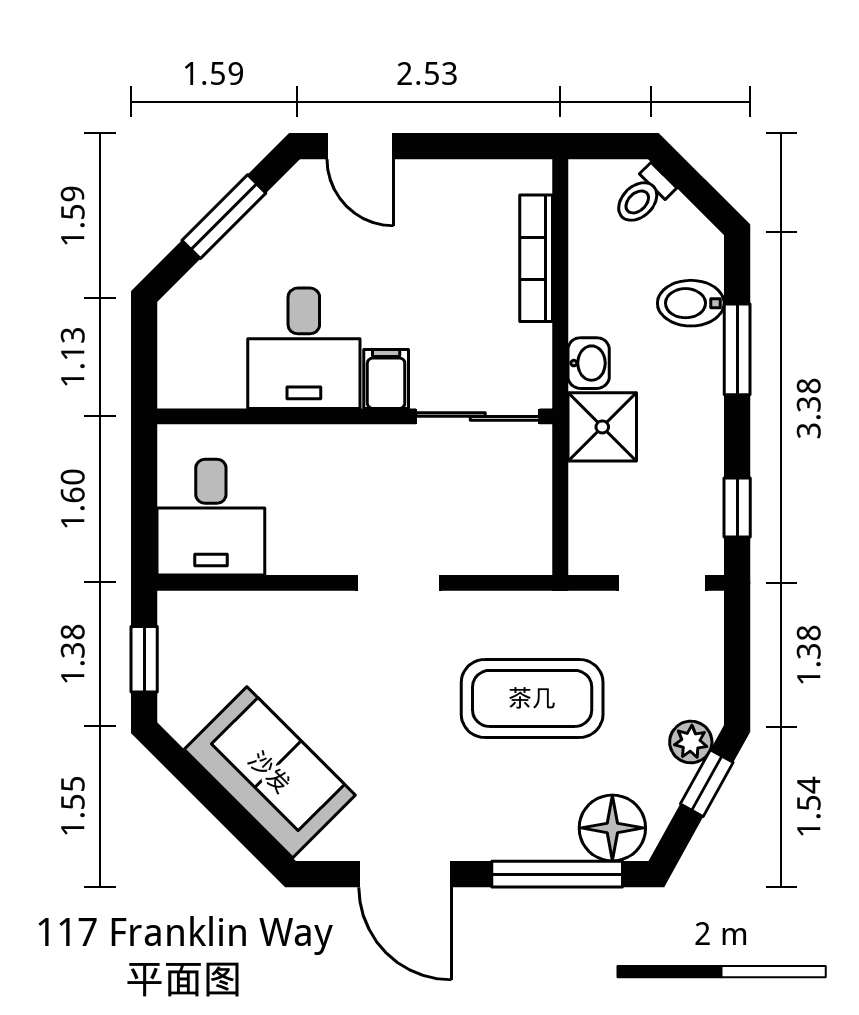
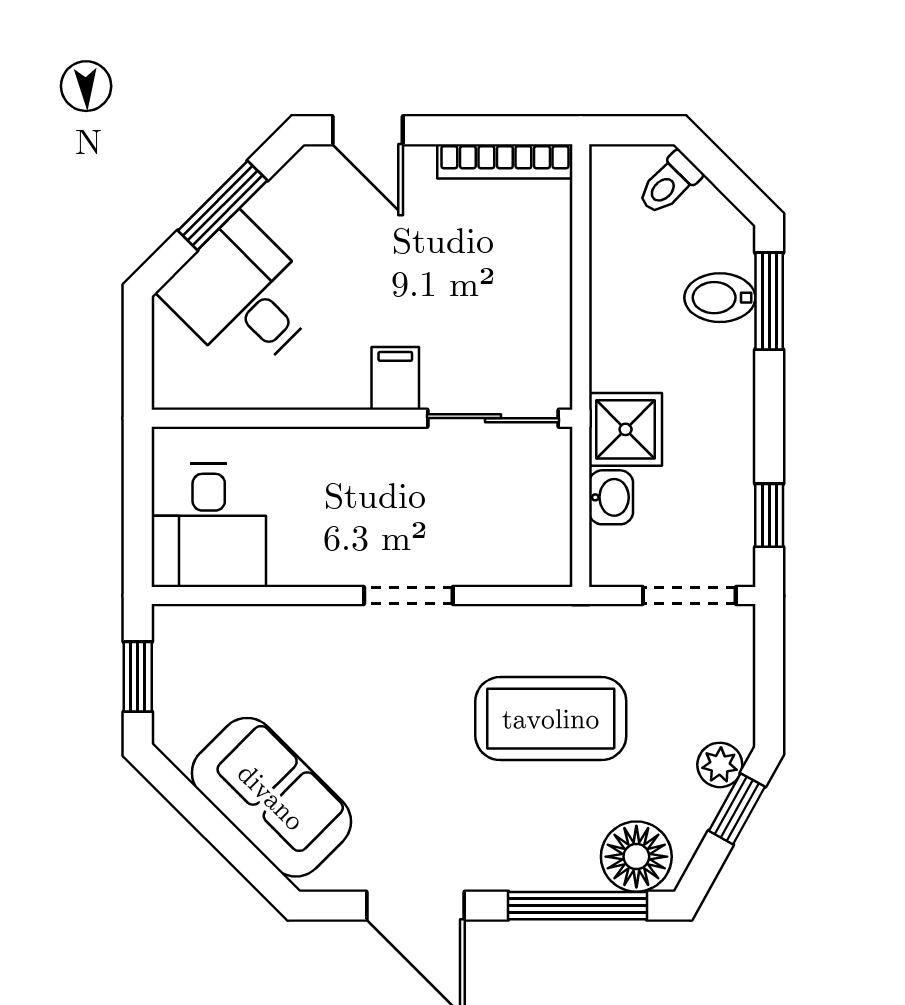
bookcase: (536, 258) -> (505, 161), moved, turned -90
desk: (304, 348) -> (243, 296), moved, turned 135
window: (737, 349) -> (769, 301), moved
washbasin: (589, 363) -> (611, 497), moved

